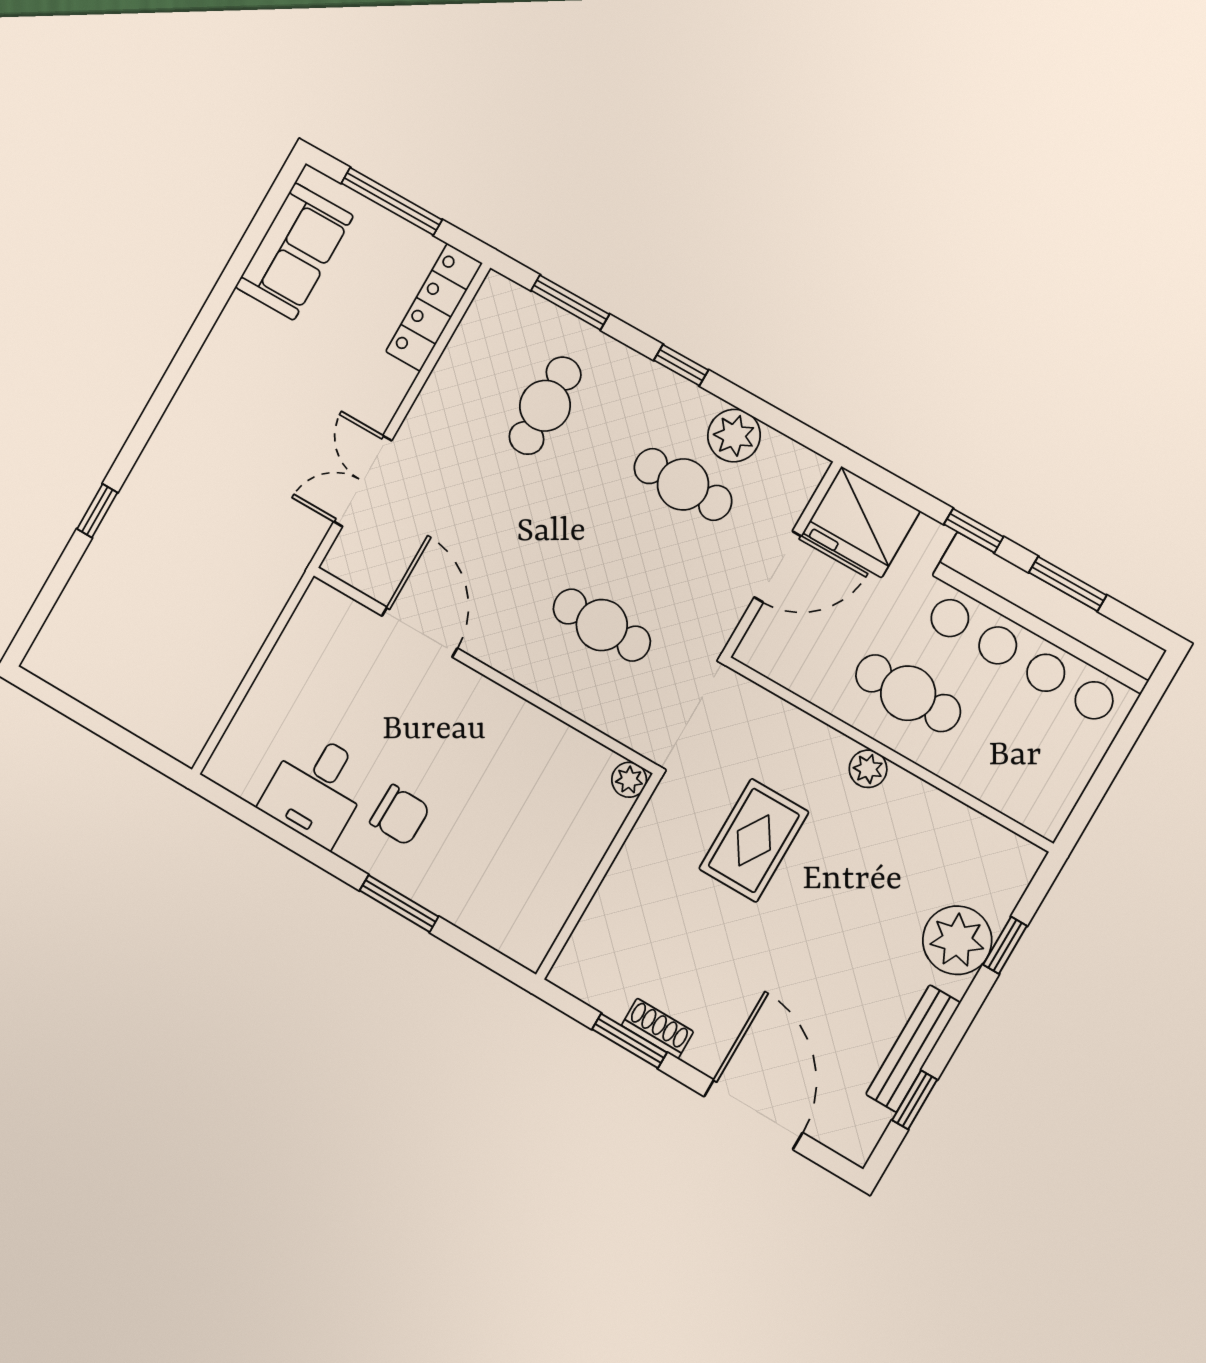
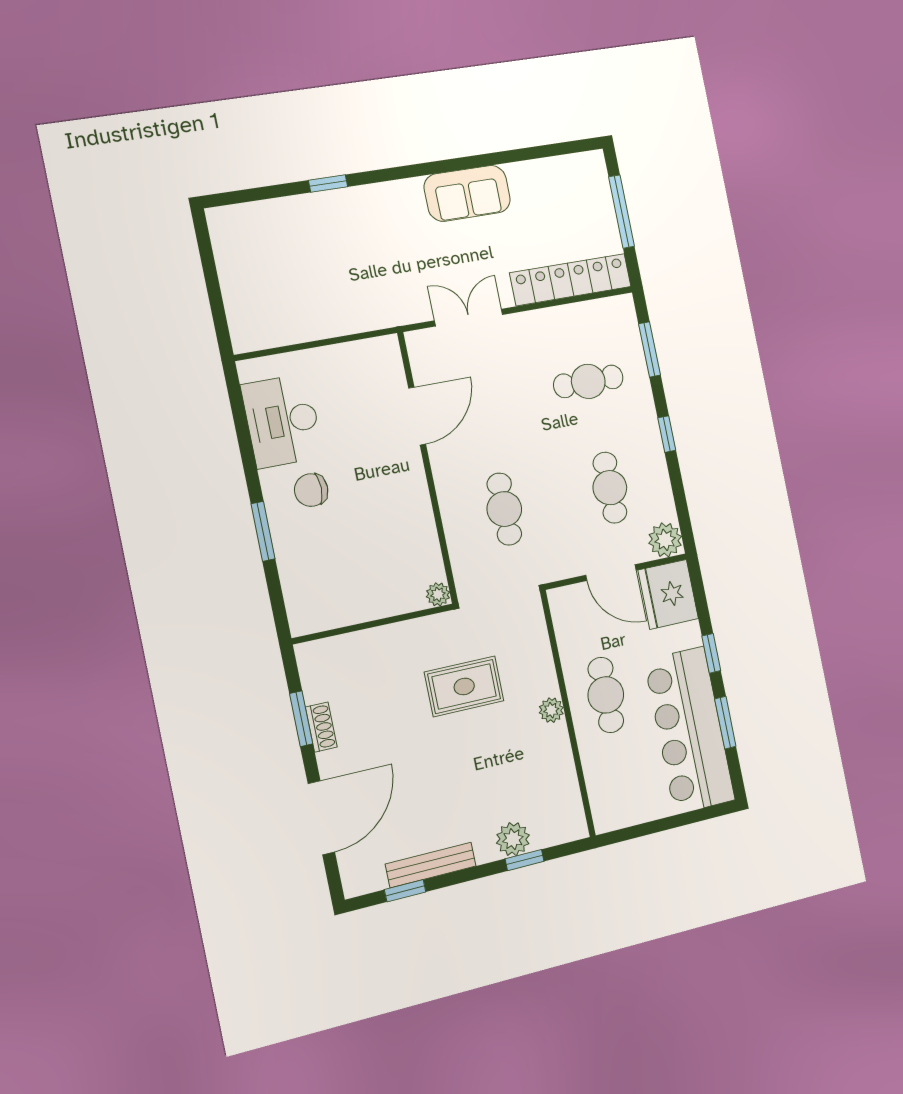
sofa: (294, 251) -> (467, 193), moved
locker: (434, 307) -> (571, 280), width x1.41, depth x1.21
plant: (734, 436) -> (665, 540), moved
desk: (316, 789) -> (282, 421), width x1.37
chair: (400, 815) -> (311, 490), turned 89
plant: (957, 940) -> (513, 839), width x0.73, depth x0.73

